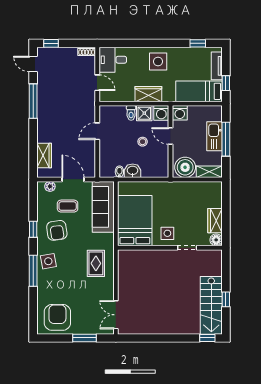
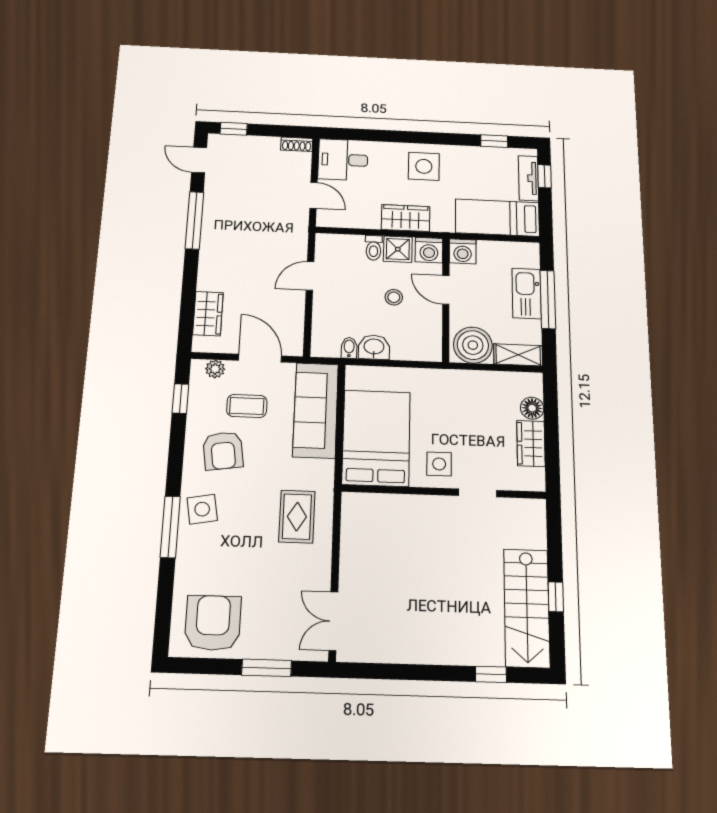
window: (226, 83) -> (544, 176), moved
window: (33, 229) -> (180, 398), moved
floor lamp: (216, 240) -> (532, 408), moved
window: (207, 338) -> (491, 674), moved

